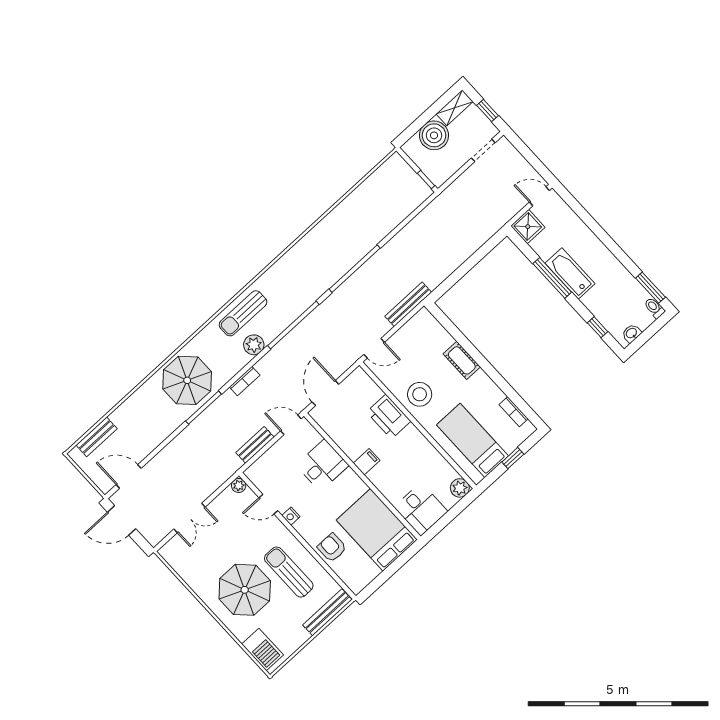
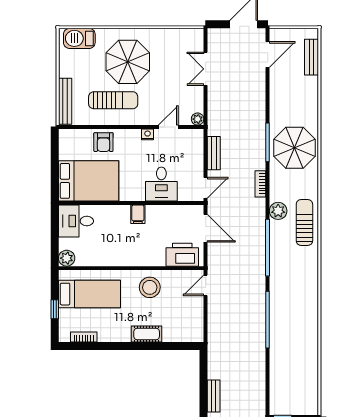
bench: (408, 304) -> (214, 396), moved, width x0.73
printer: (389, 417) -> (182, 255), moved
armchair: (332, 548) -> (103, 142), turned 90

